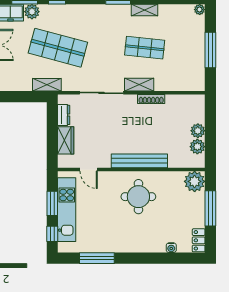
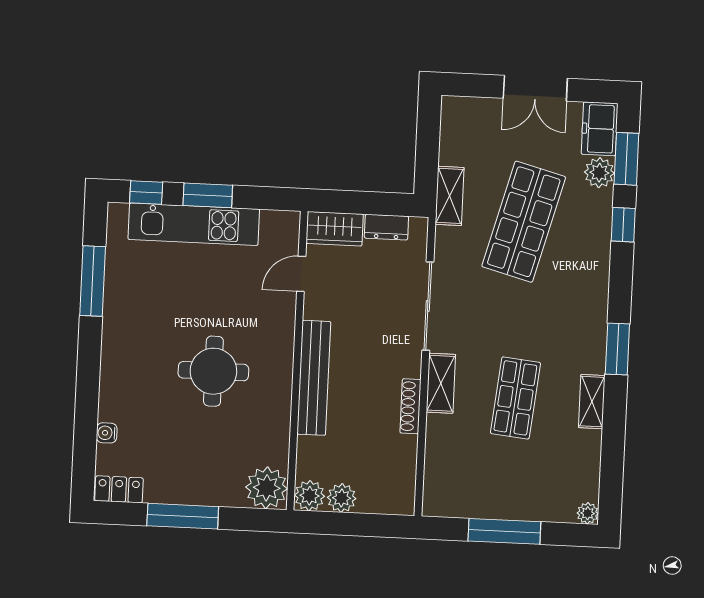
bench: (139, 161) -> (314, 378), moved
door: (89, 169) -> (301, 274), moved
wall: (131, 169) -> (297, 361), moved
plant: (195, 181) -> (267, 488), moved

